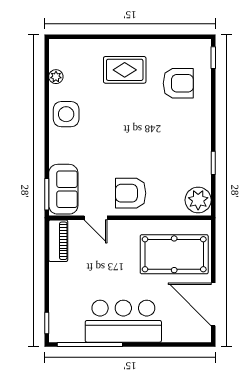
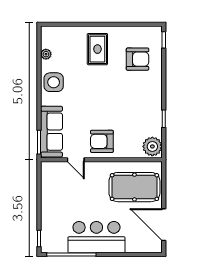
rug: (125, 70) -> (97, 49), turned 90
sofa: (63, 189) -> (52, 132), width x1.36
piano: (58, 241) -> (48, 177), removed

